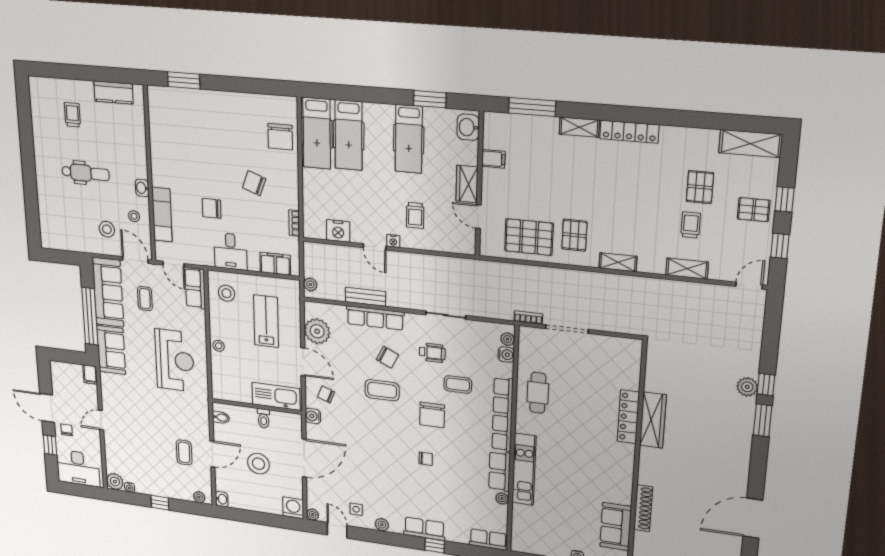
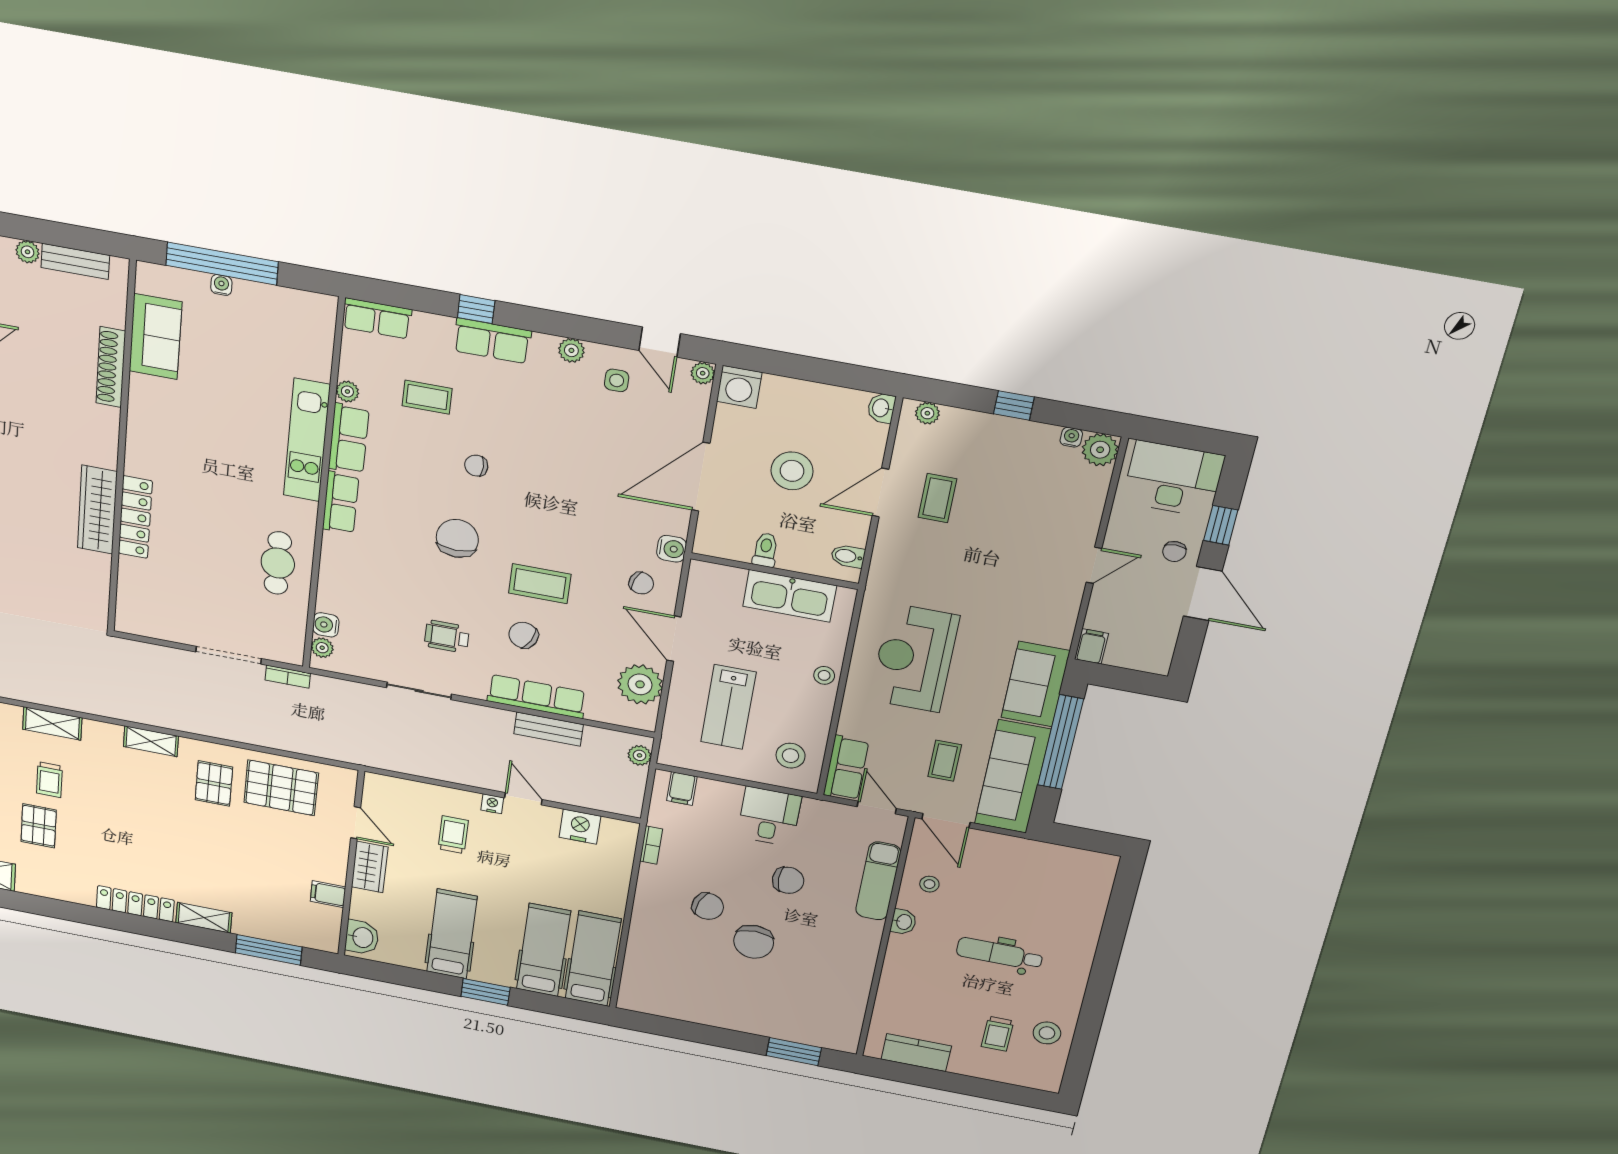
window: (430, 99) -> (485, 992), moved
chair: (280, 137) -> (754, 942), moved, turned 180
stool: (107, 229) -> (1047, 1033), moved
filing cabinet: (275, 264) -> (682, 789), width x0.50
coffee table: (458, 384) -> (427, 397), moved
kitchen sink: (276, 396) -> (790, 596), moved
row of seats: (502, 415) -> (341, 503), width x0.50

